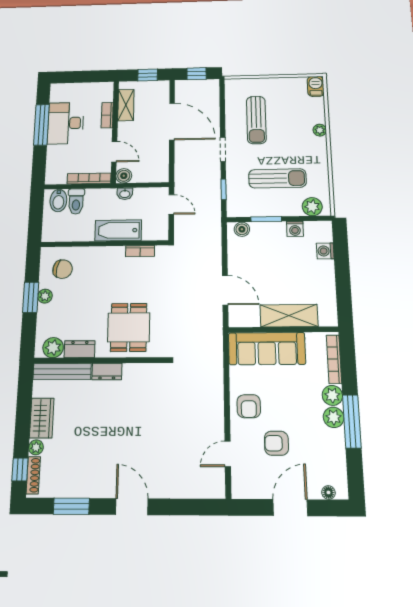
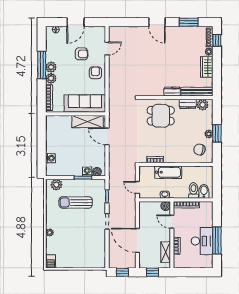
sun lounger: (256, 120) -> (87, 240), removed
washing machine: (295, 229) -> (87, 171), moved
shelving: (289, 316) -> (88, 122), moved
dining table: (129, 327) -> (161, 116), turned 90

